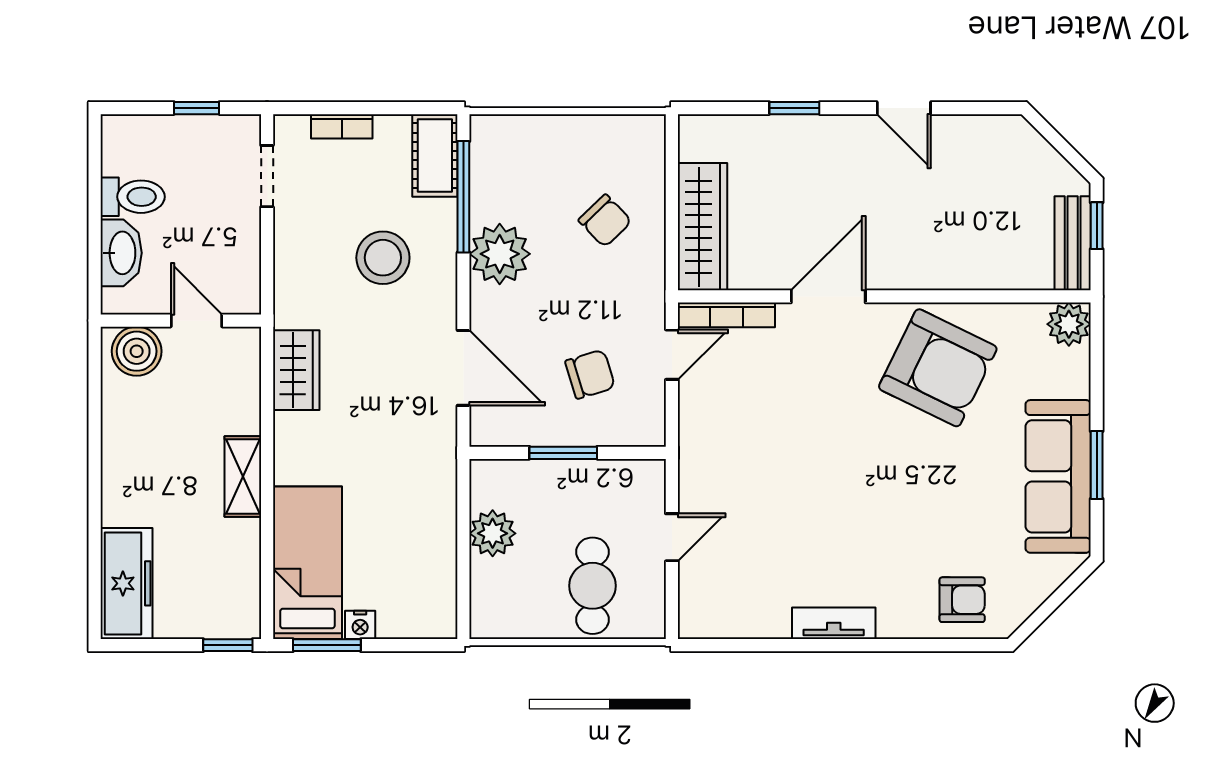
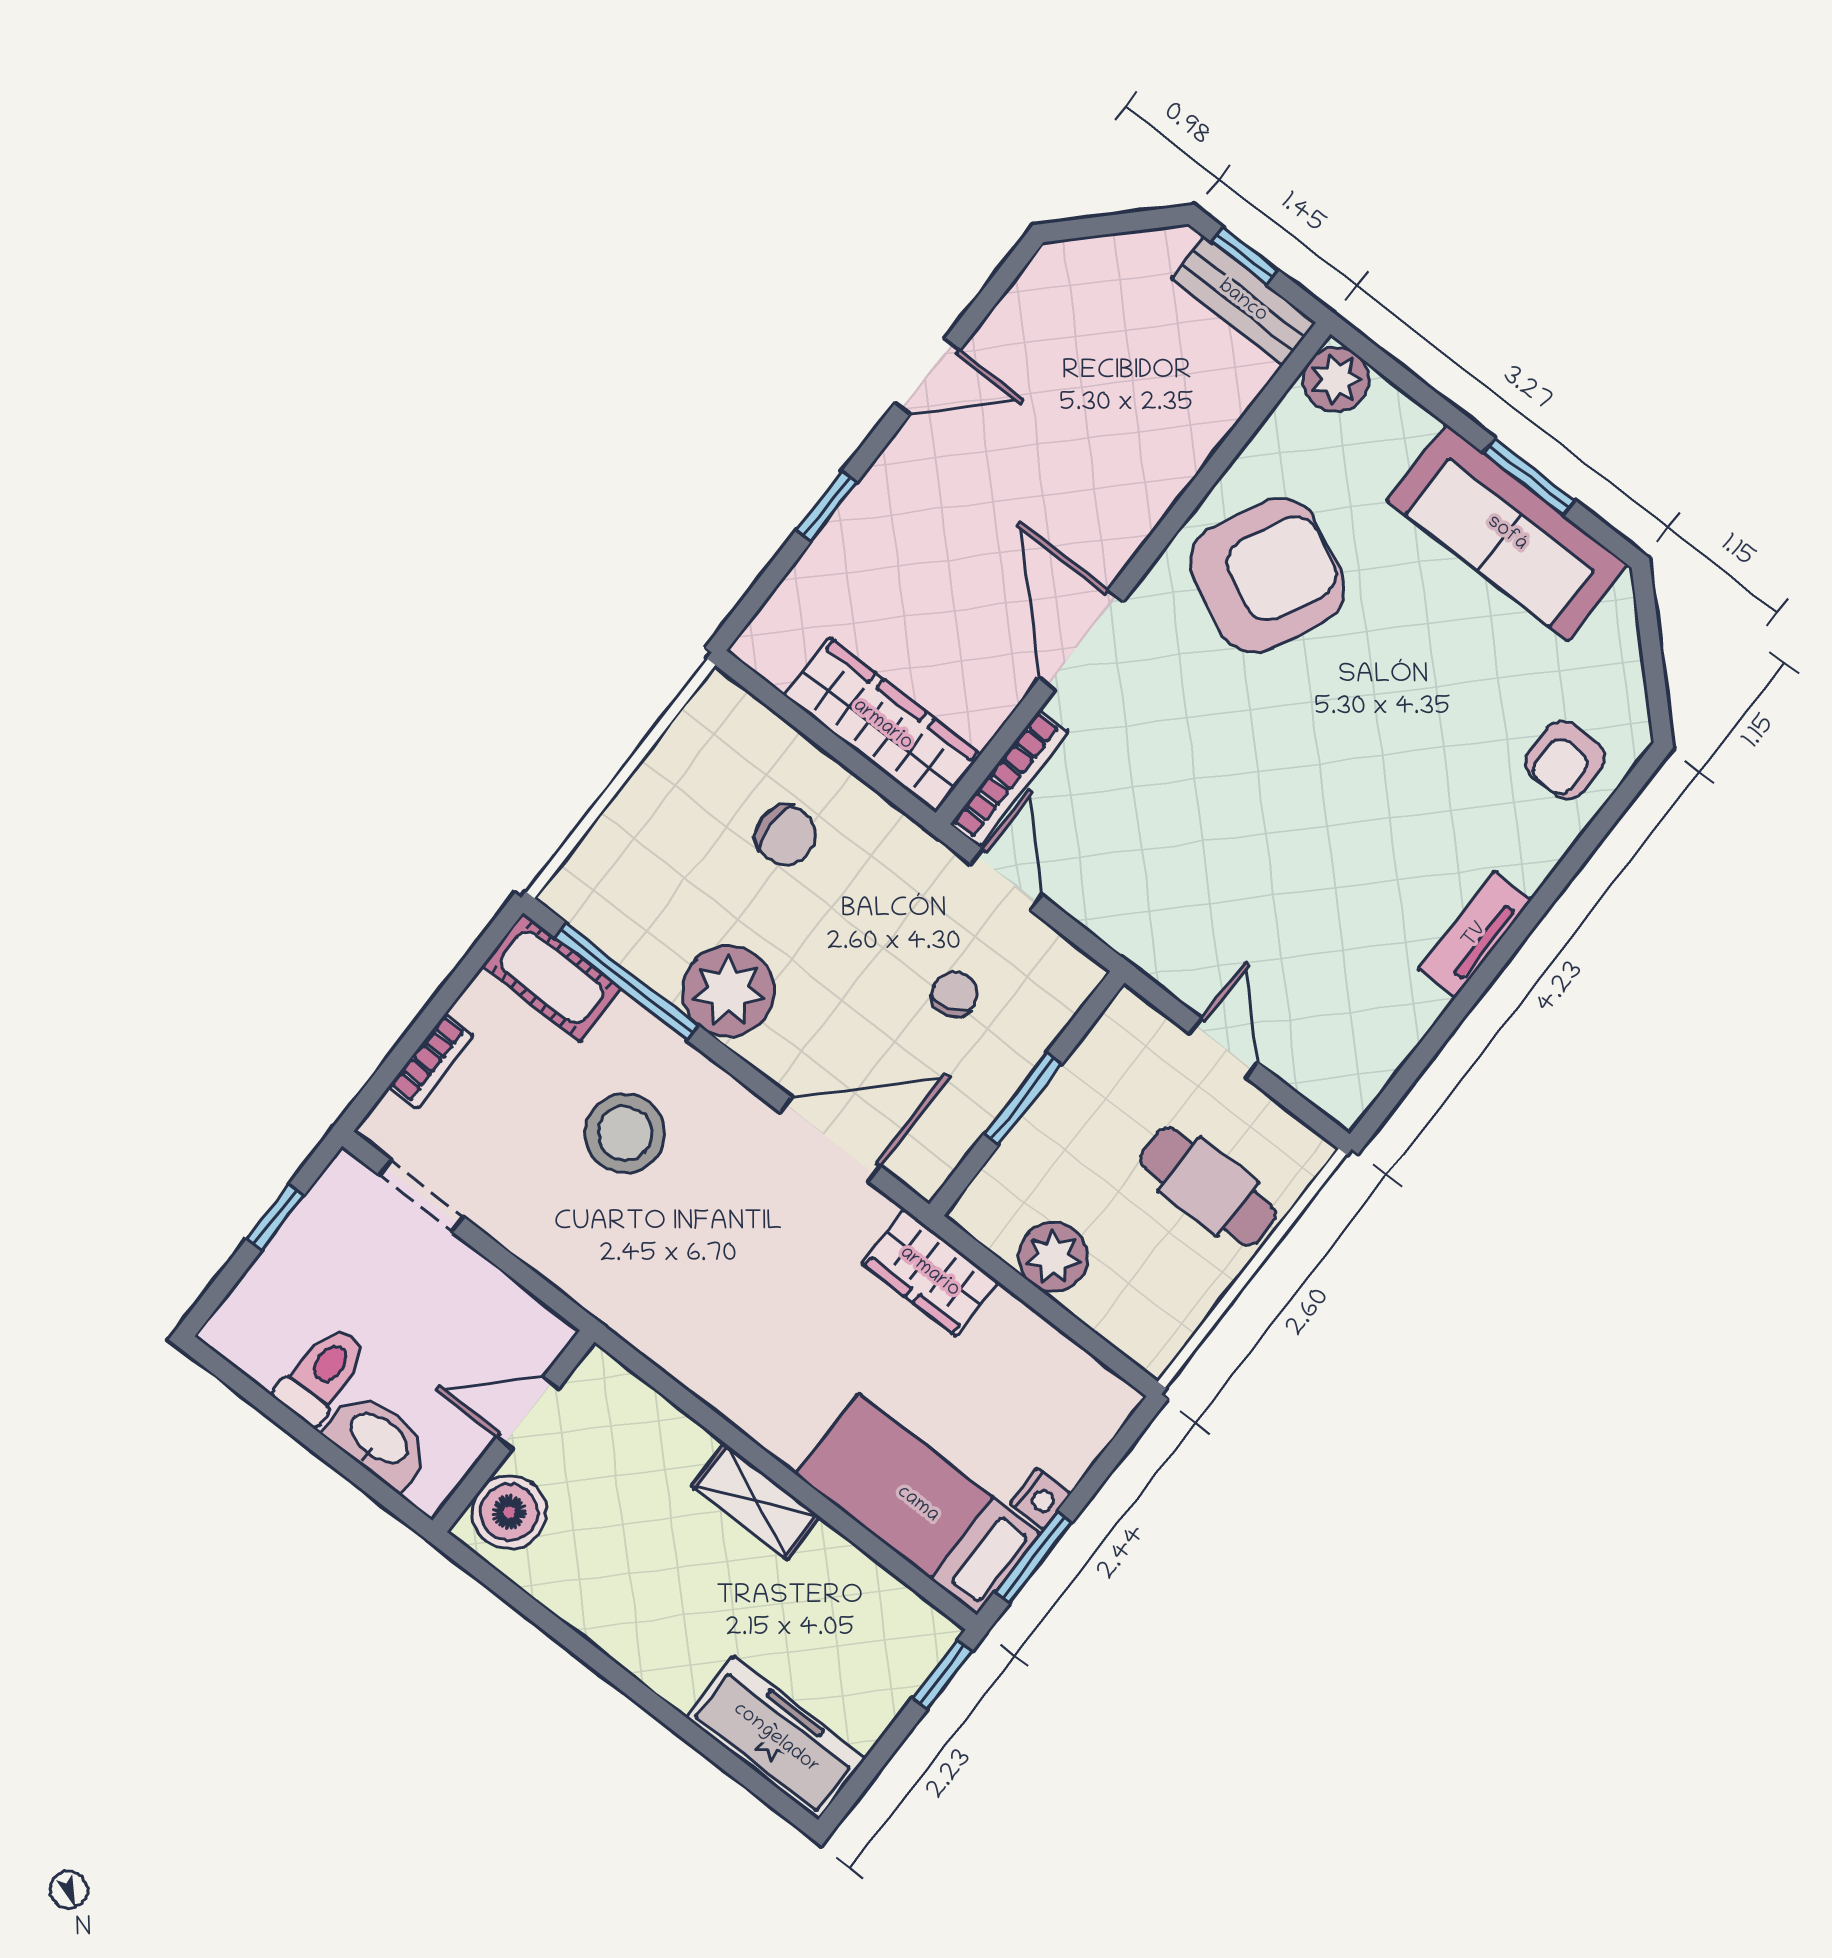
chair: (605, 221) -> (786, 835), turned 44
wardrobe: (296, 370) -> (930, 1272), moved, turned 180
chair: (590, 374) -> (954, 994), width x0.73, depth x0.73
armchair: (962, 600) -> (1565, 760), turned 180

